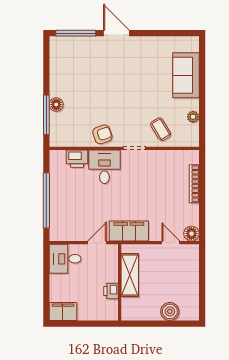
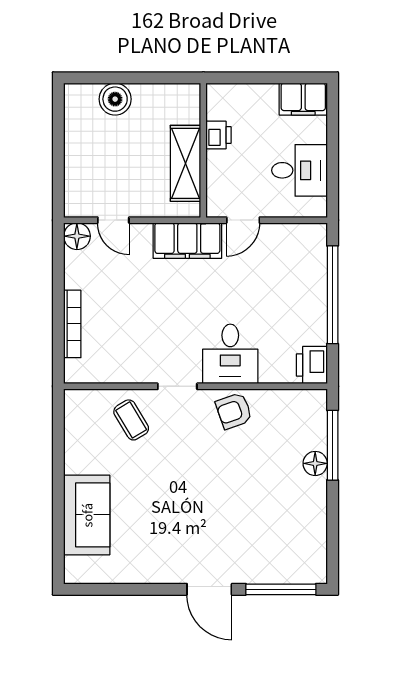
plant: (193, 117) -> (74, 442), removed
printer: (77, 159) -> (312, 365), moved, turned -90
desk: (65, 259) -> (299, 170), moved

